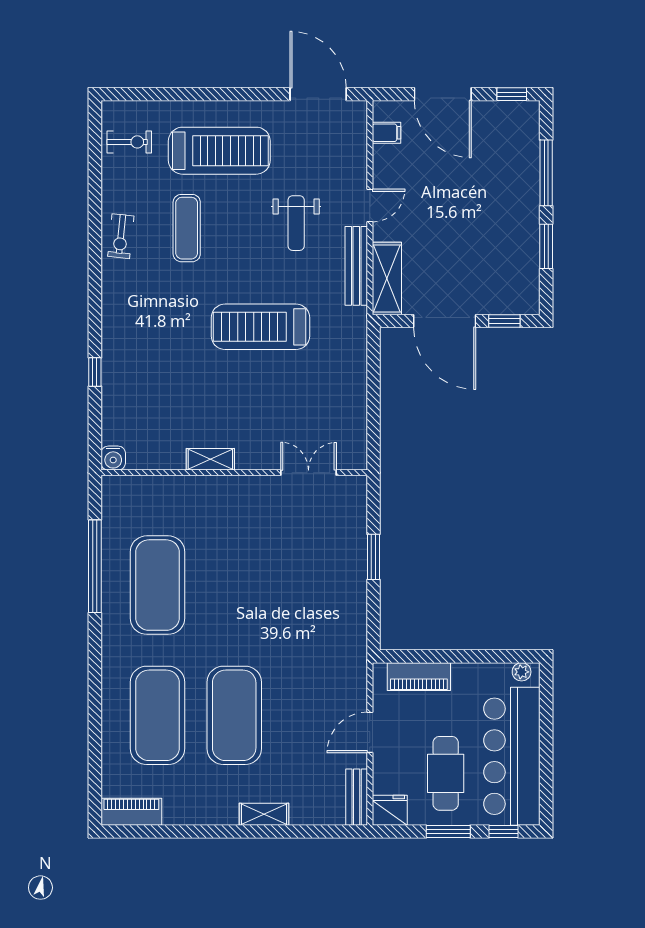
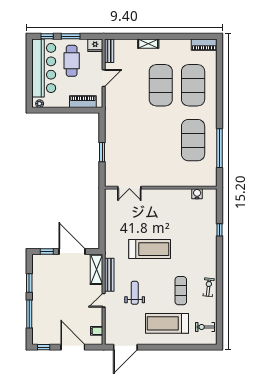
door: (318, 94) -> (125, 347), hinge flipped
water cooler: (113, 458) -> (197, 194), moved
shelving: (210, 459) -> (171, 193), removed

